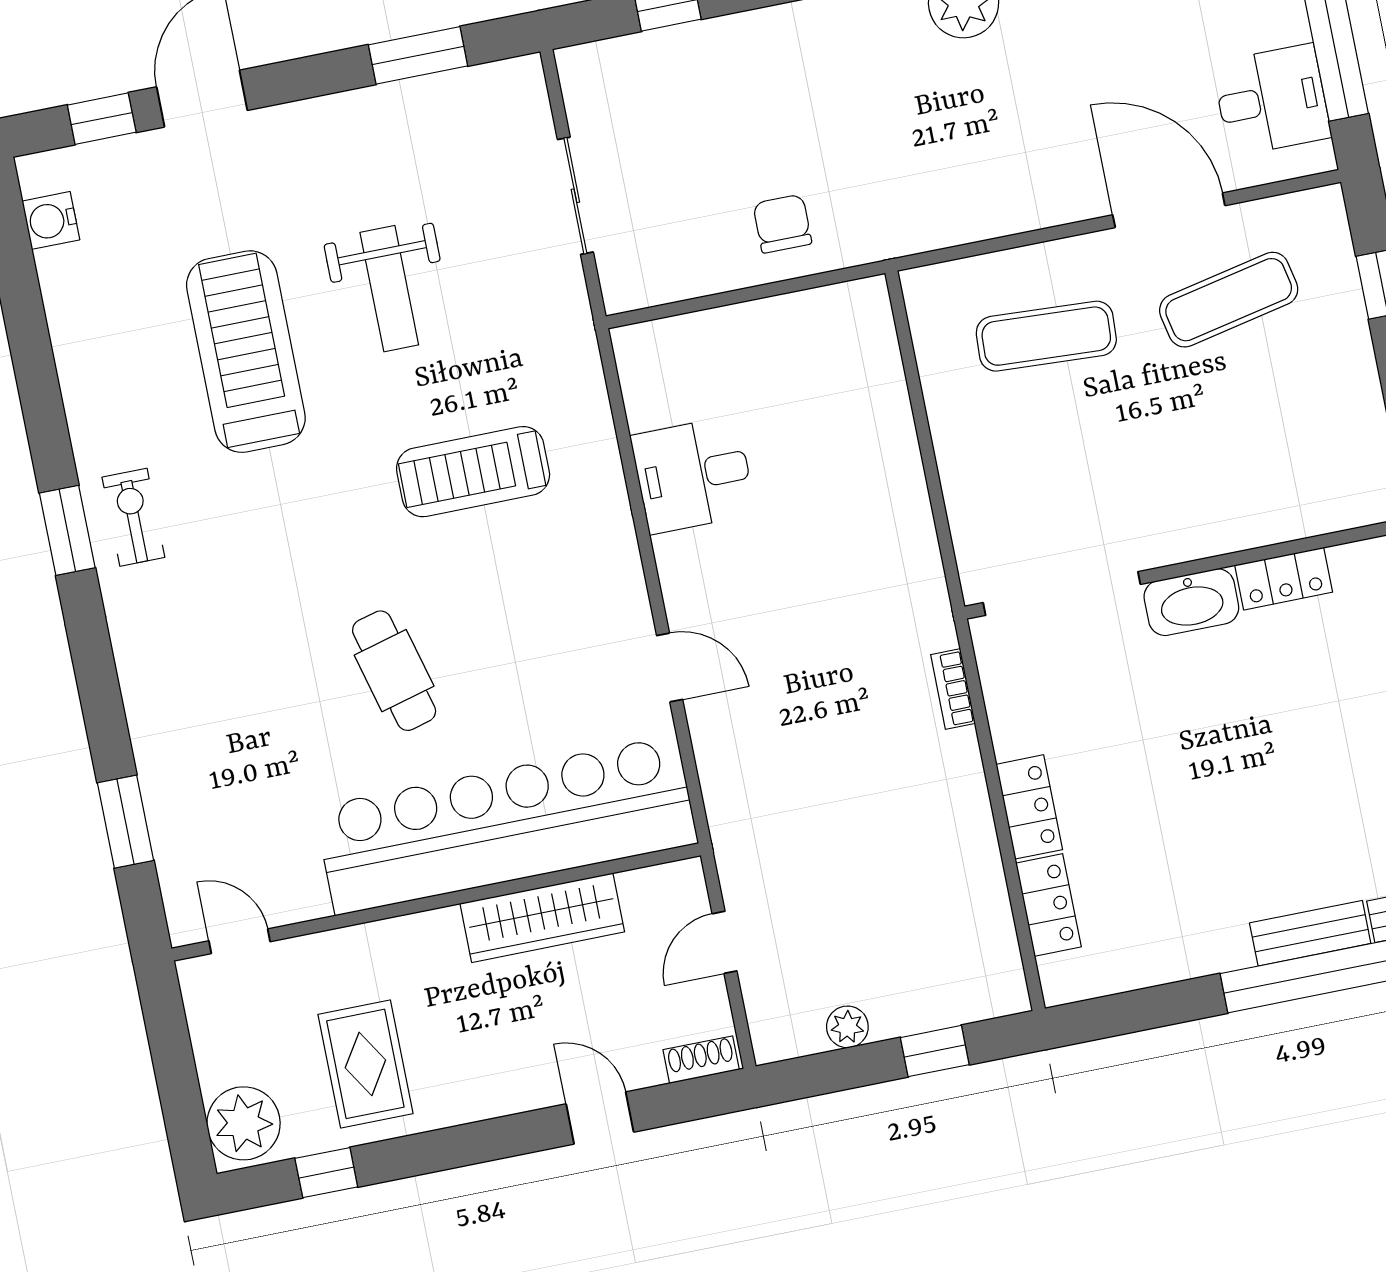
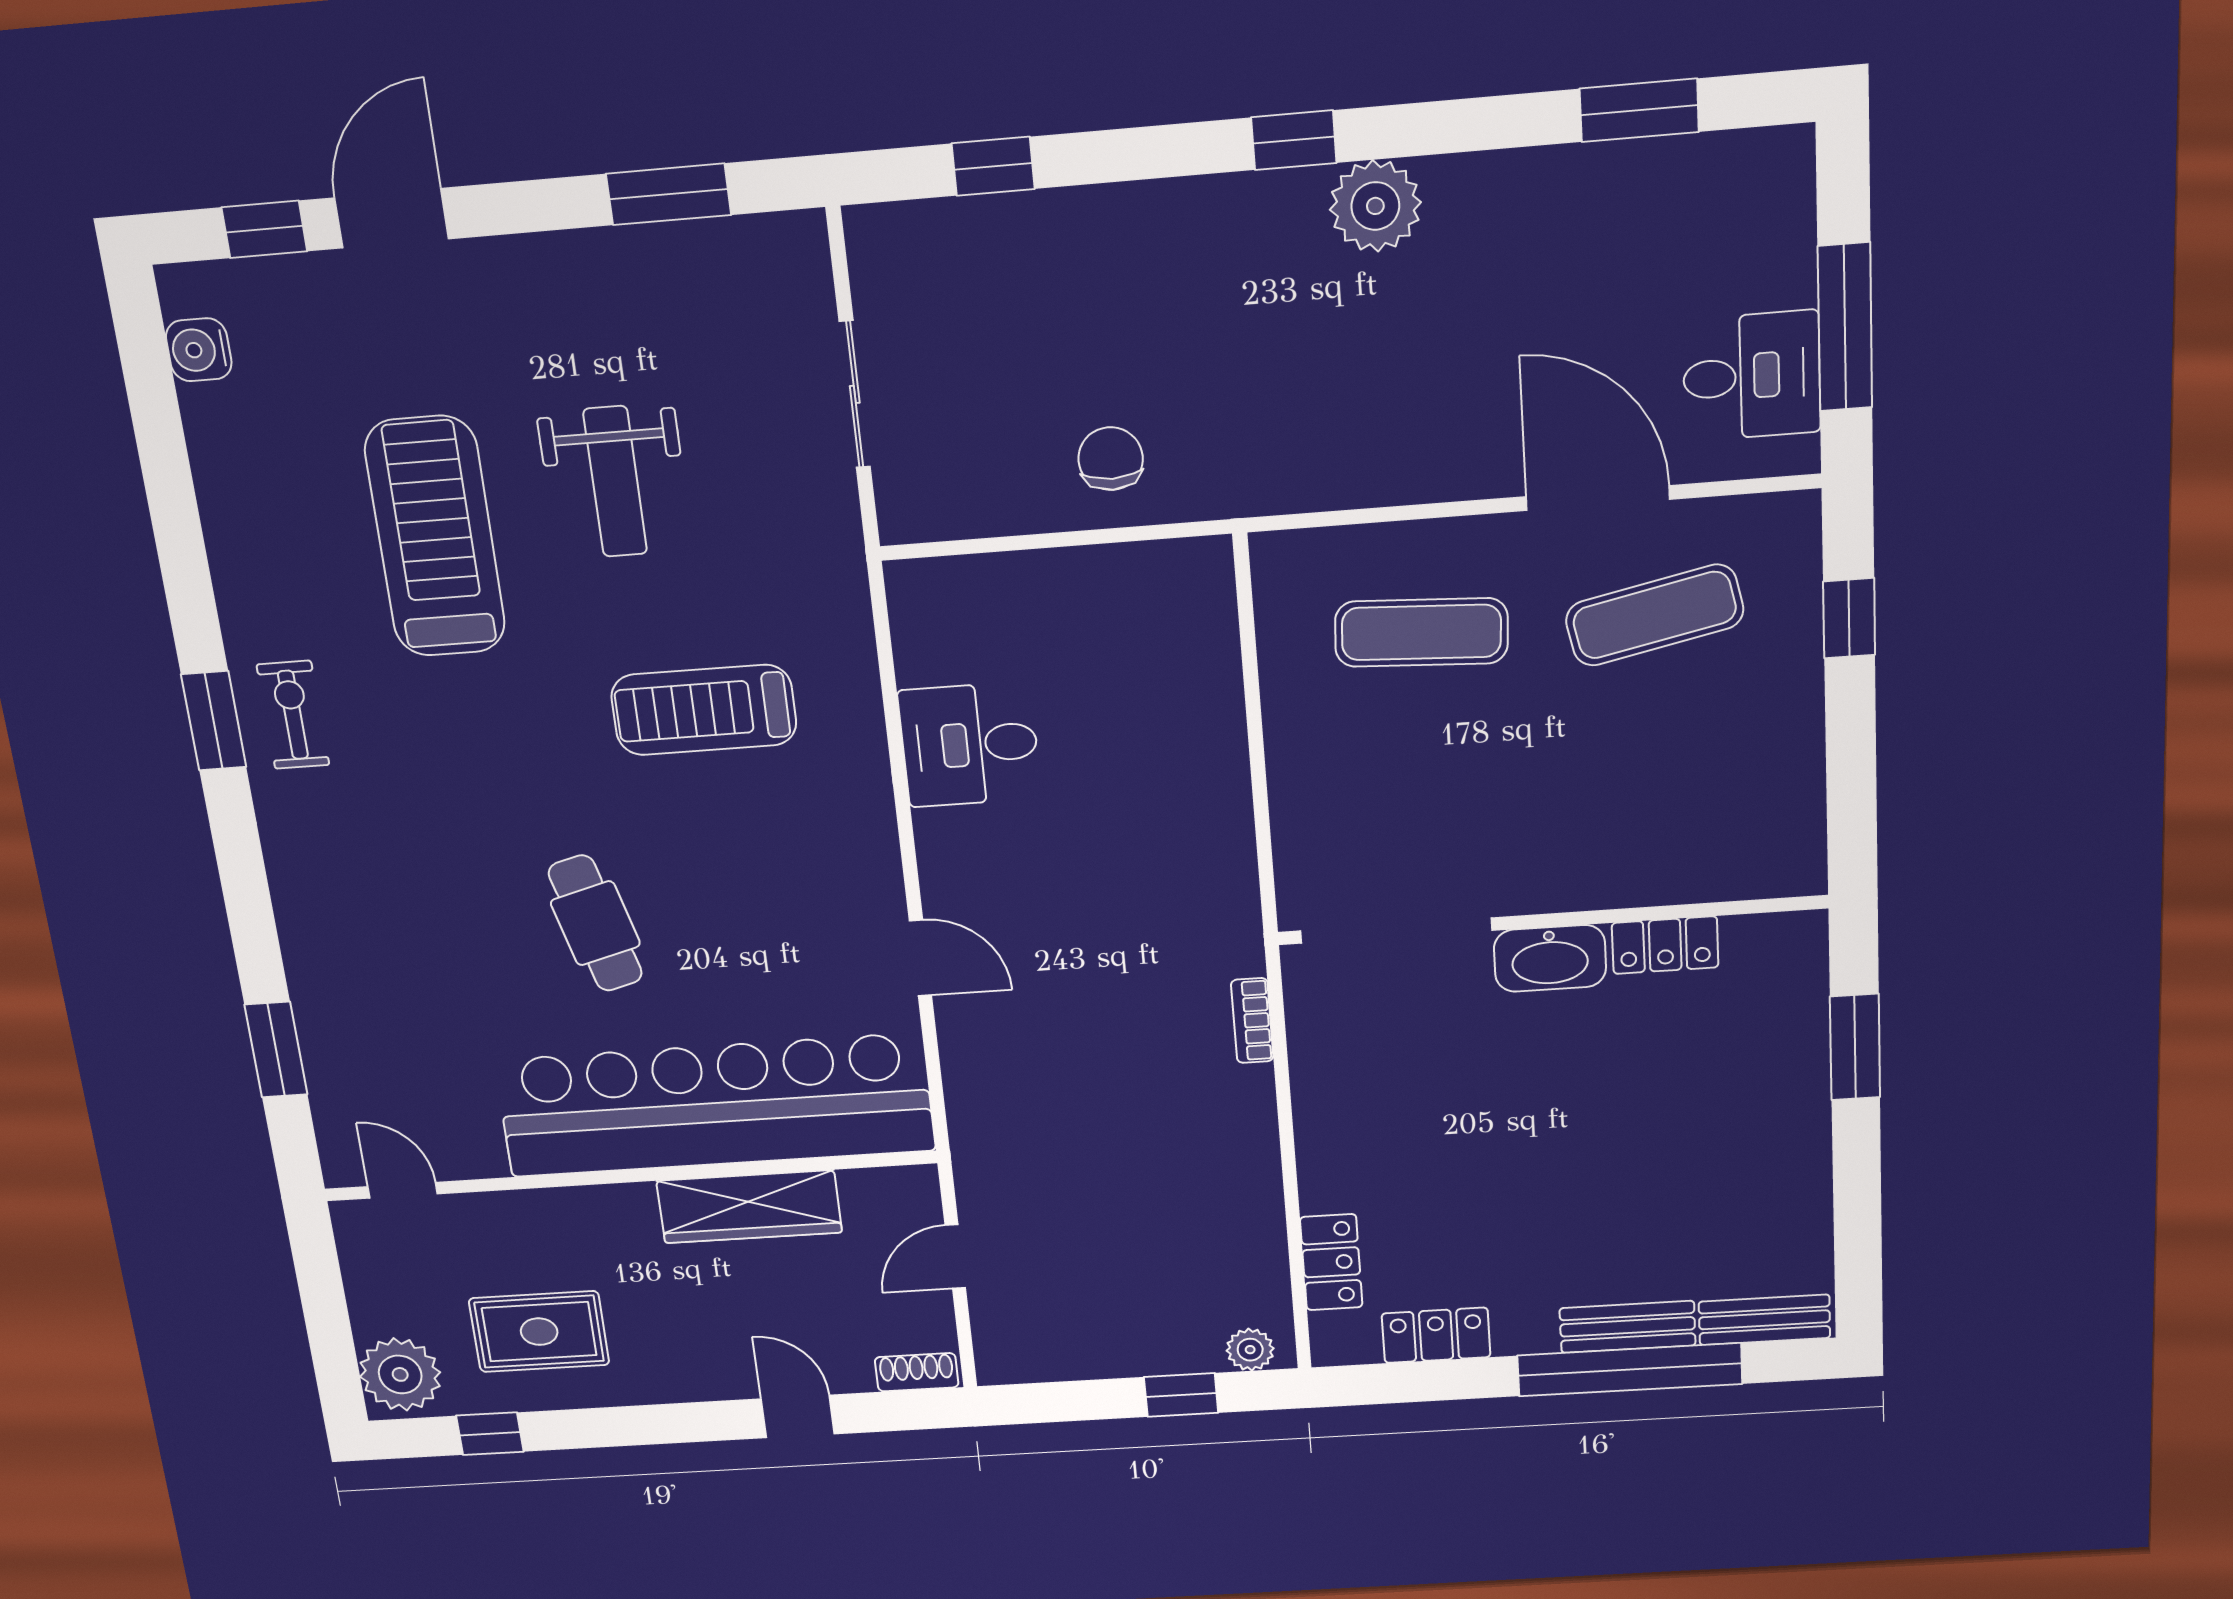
locker: (1029, 807) -> (1436, 1335), moved, turned -90
plant: (847, 1027) -> (1250, 1350), moved
rug: (365, 1064) -> (539, 1332), turned 90

